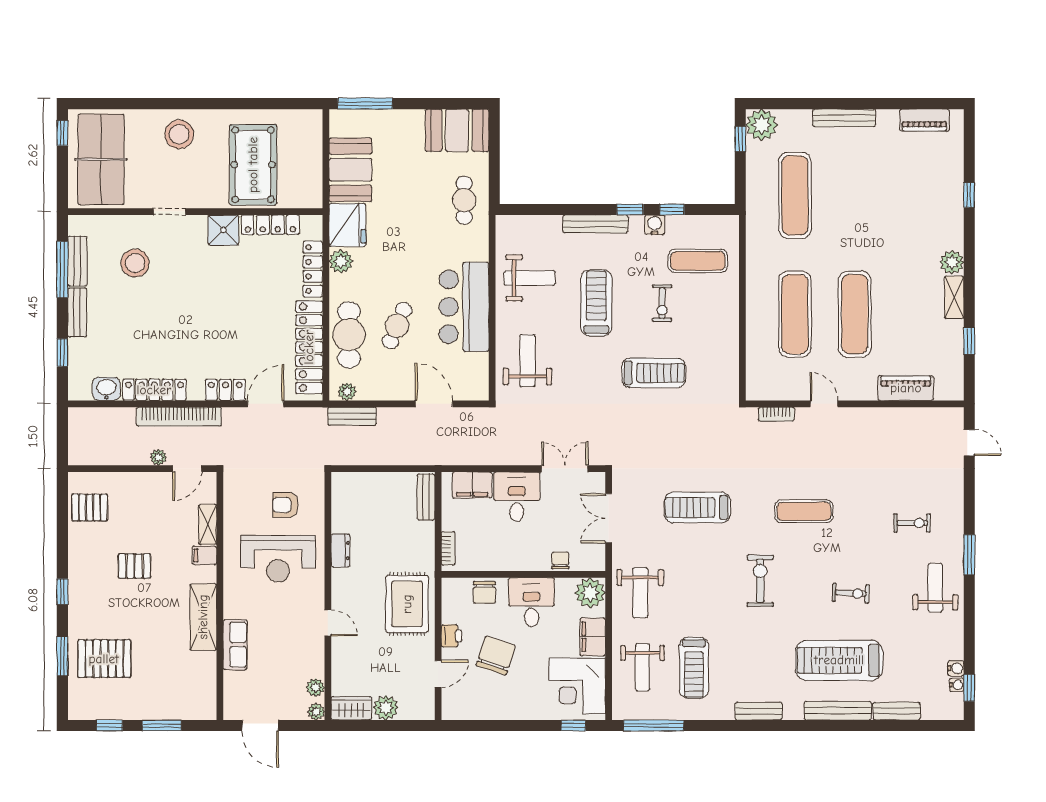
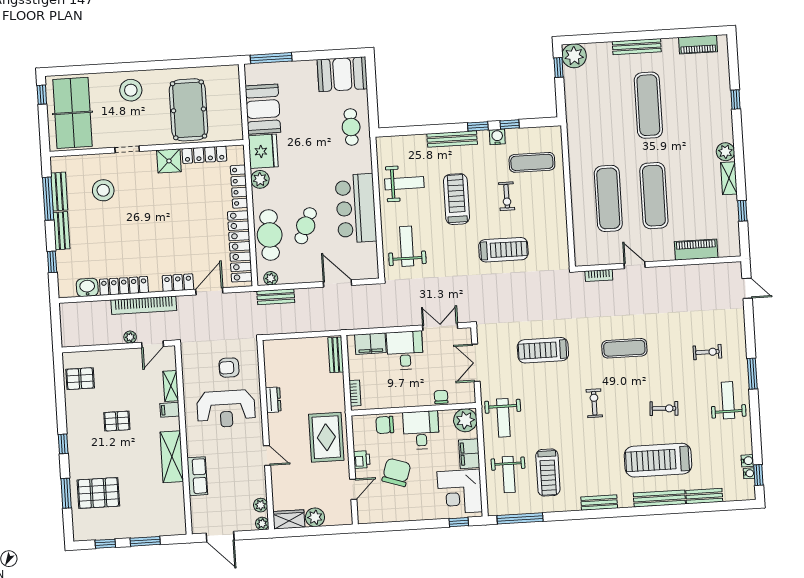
exercise mat: (795, 195) -> (648, 105), moved
exercise bike: (760, 581) -> (594, 403), width x0.73, depth x0.72
chair: (485, 592) -> (385, 425), turned 90

